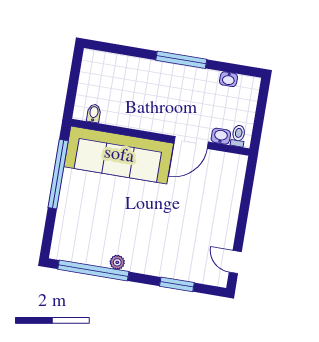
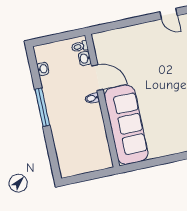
bidet: (94, 113) -> (92, 98), moved
window: (58, 174) -> (156, 162), removed
door: (235, 262) -> (169, 14), hinge flipped

